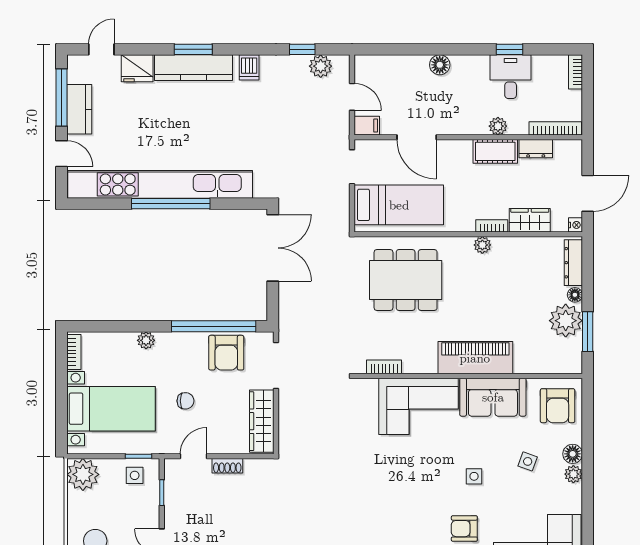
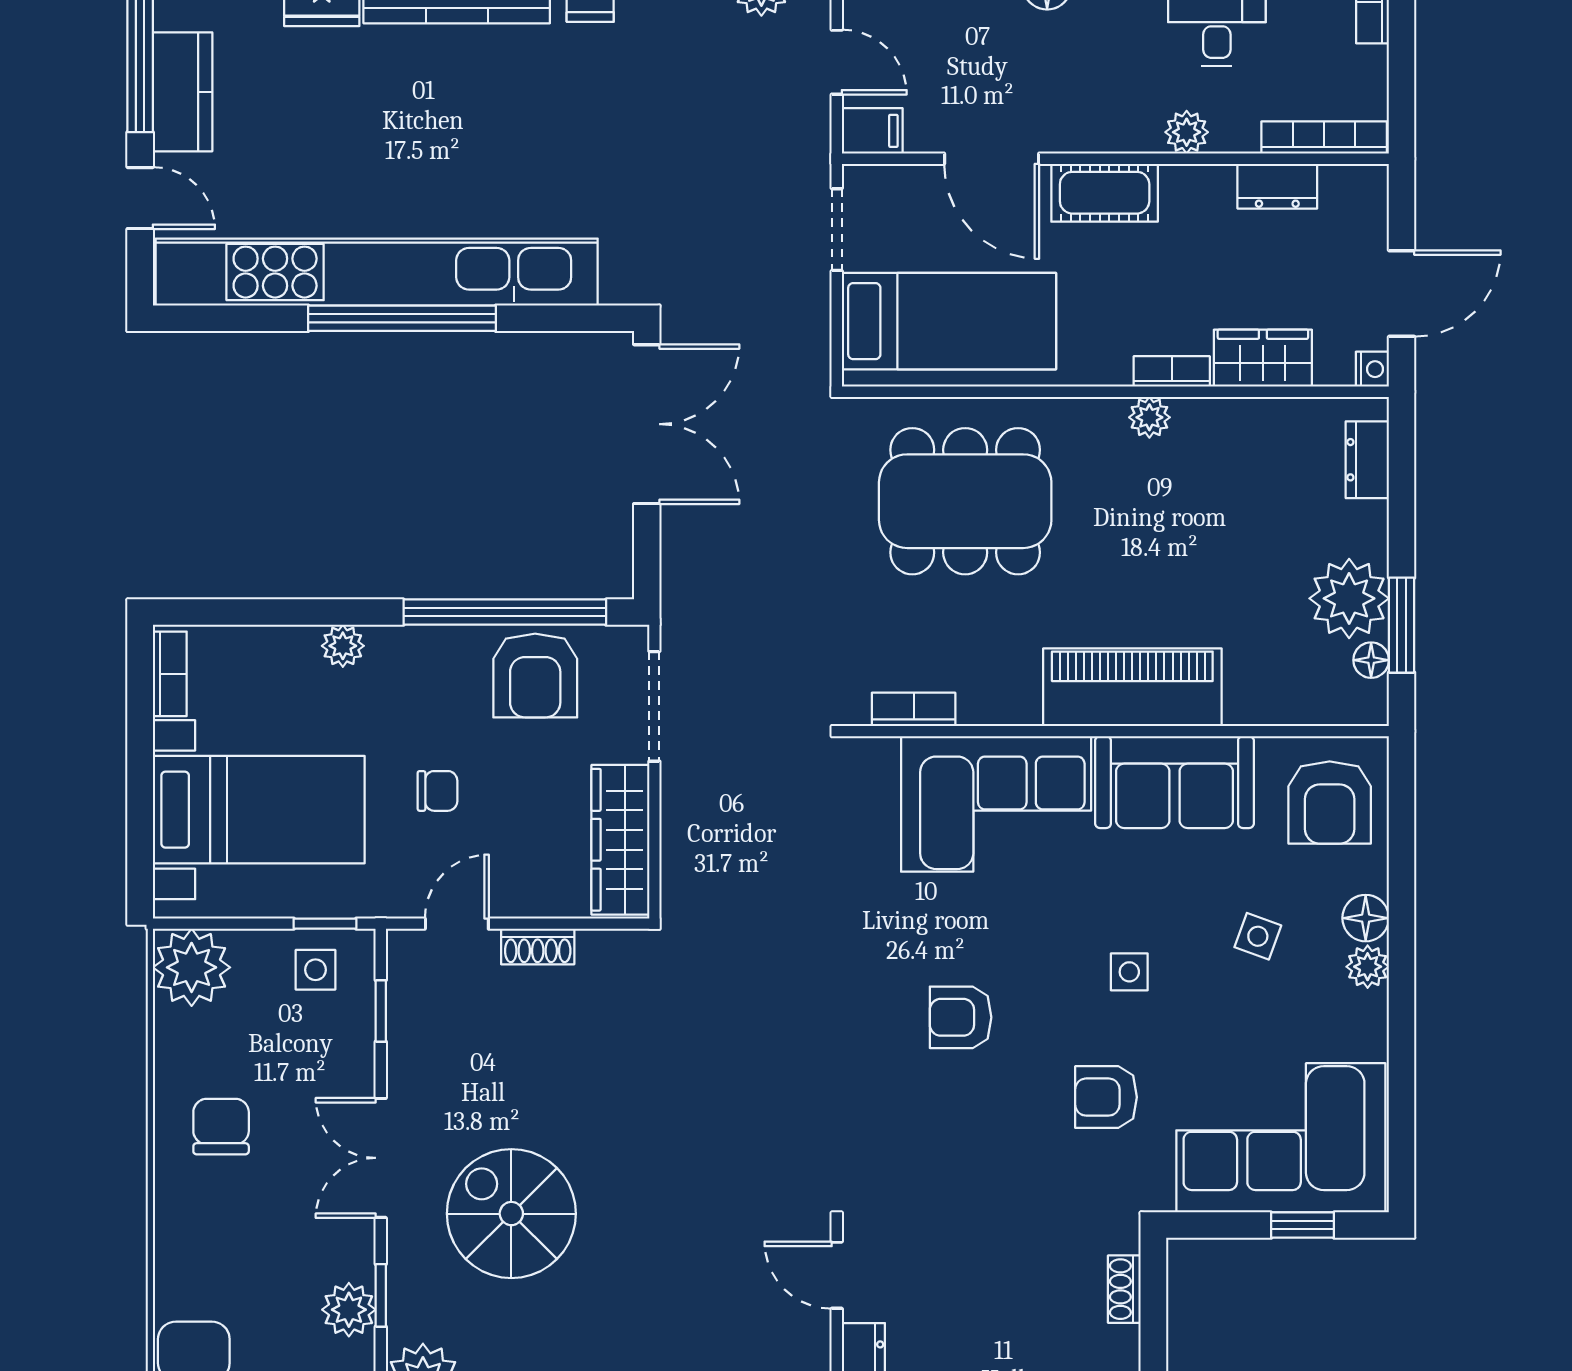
cot: (495, 151) -> (1105, 193), moved
dresser: (573, 263) -> (1367, 460), width x0.70
floor lamp: (575, 295) -> (1371, 660), moved
armchair: (404, 495) -> (961, 1017), added

